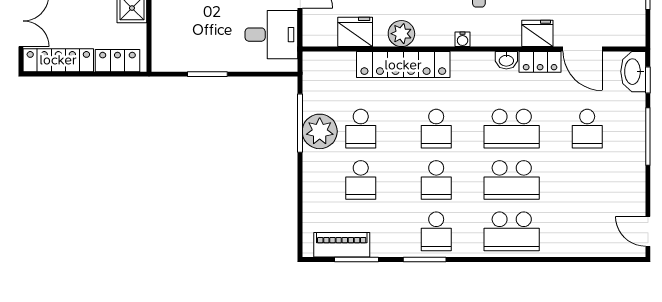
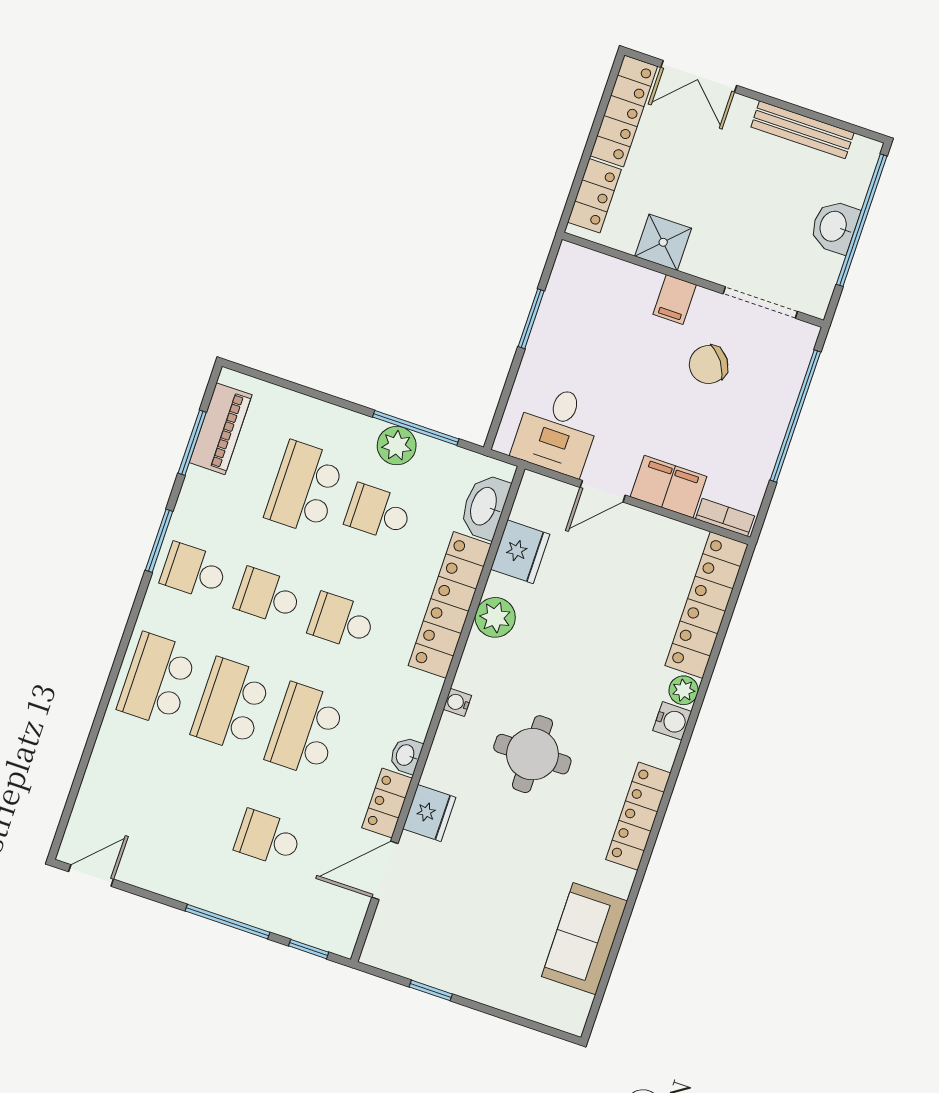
washbasin: (633, 72) -> (484, 507), moved, turned -90
plant: (320, 131) -> (397, 446), width x0.73, depth x0.73
school desk: (361, 180) -> (305, 488), width x1.85

